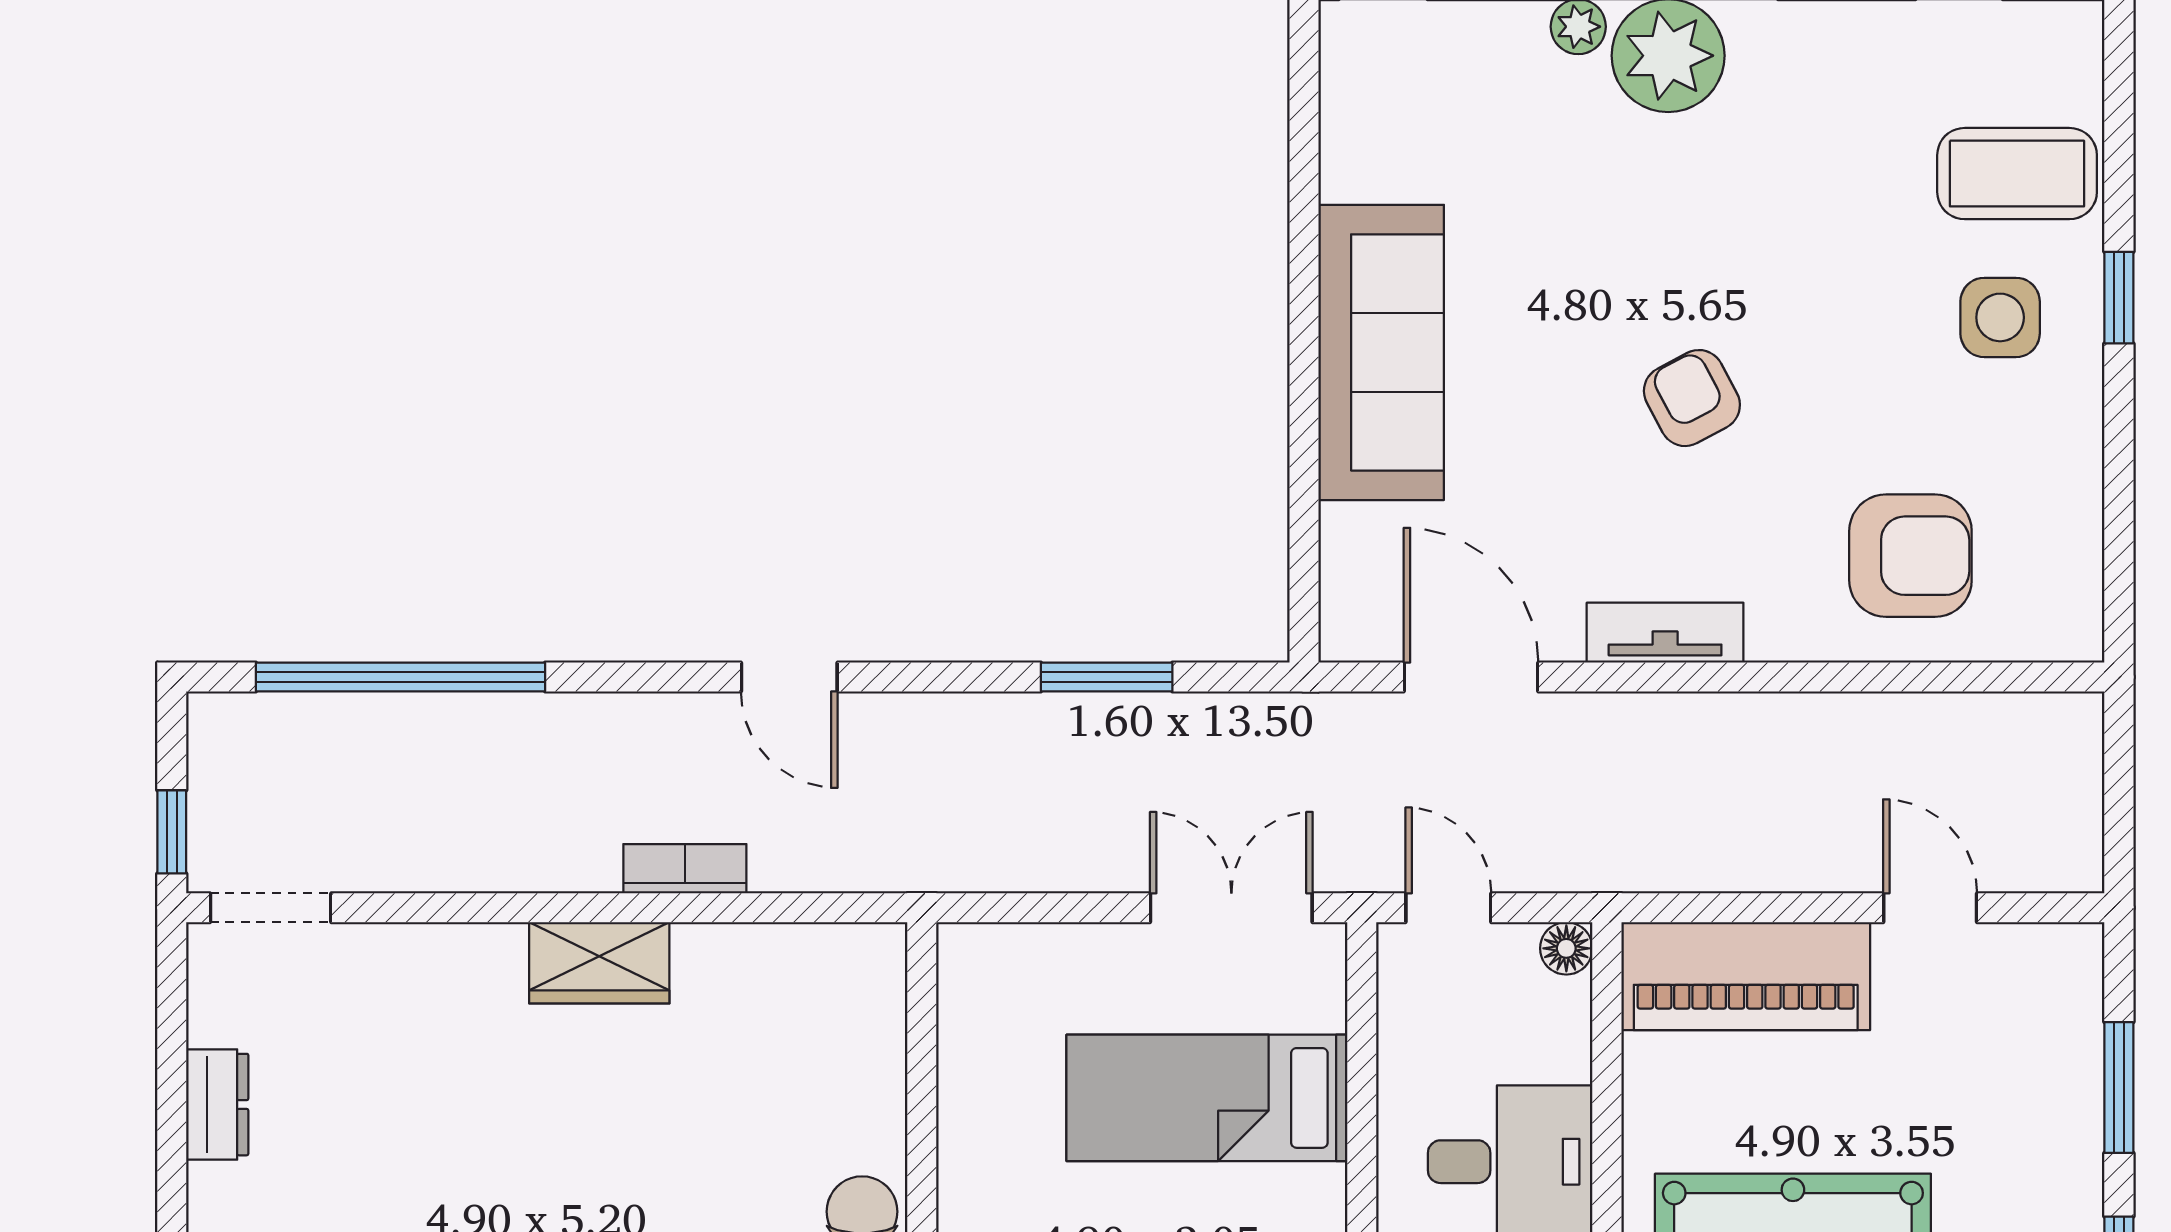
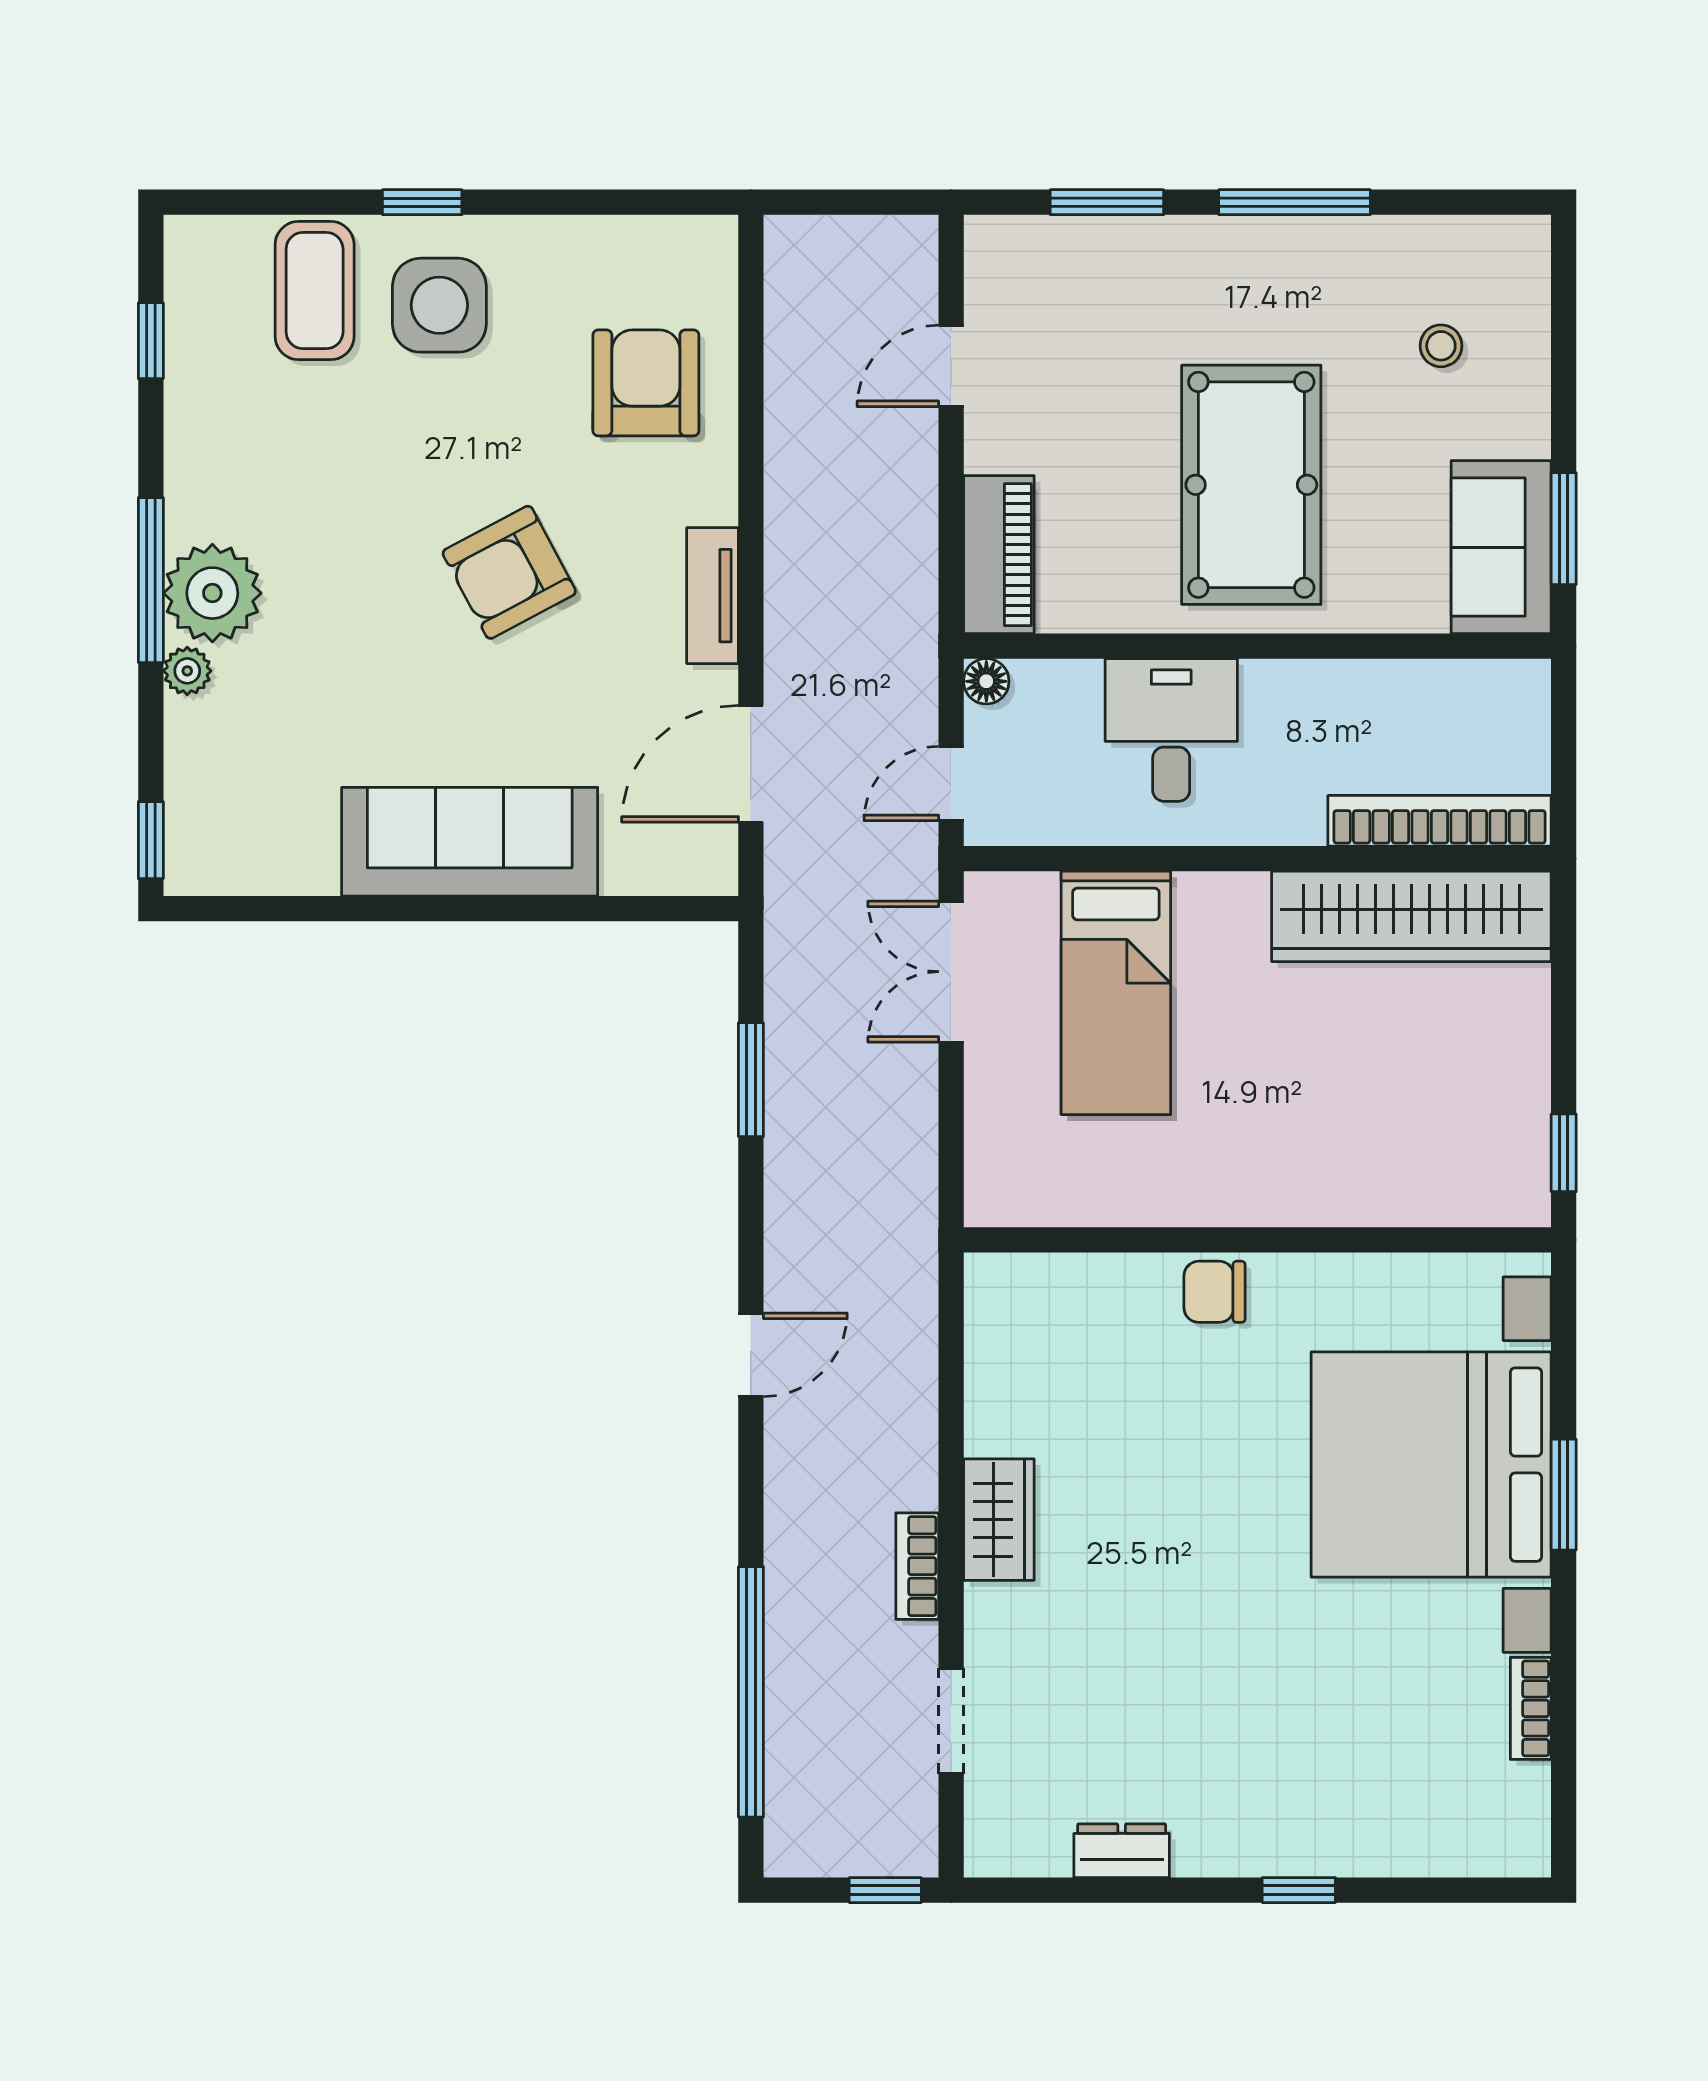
side table: (2000, 317) -> (439, 305), width x1.37, depth x1.37
armchair: (1692, 398) -> (509, 572), width x1.38, depth x1.38
bookcase: (685, 869) -> (917, 1566), moved
doorway: (271, 908) -> (951, 1721), moved
piano: (1746, 976) -> (999, 555), width x0.73, depth x0.75

